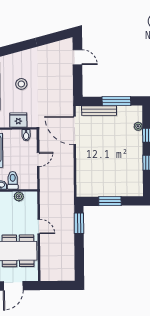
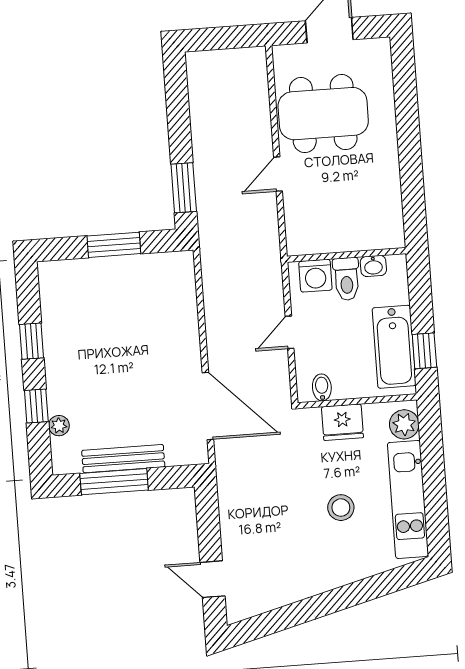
bench: (99, 111) -> (123, 459), moved
washing machine: (26, 183) -> (315, 276), added
plant: (19, 196) -> (330, 242), removed
door: (39, 227) -> (278, 174), hinge flipped

